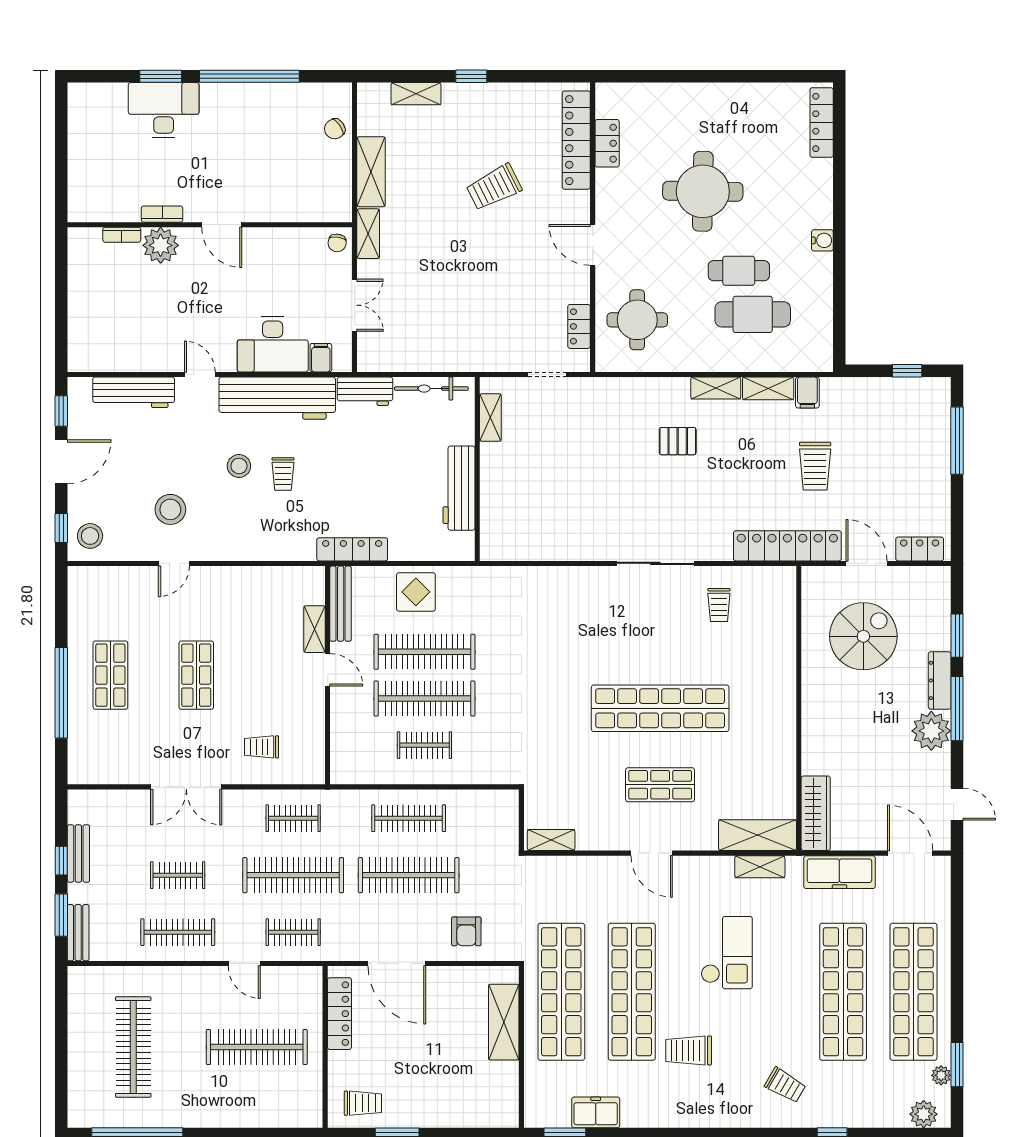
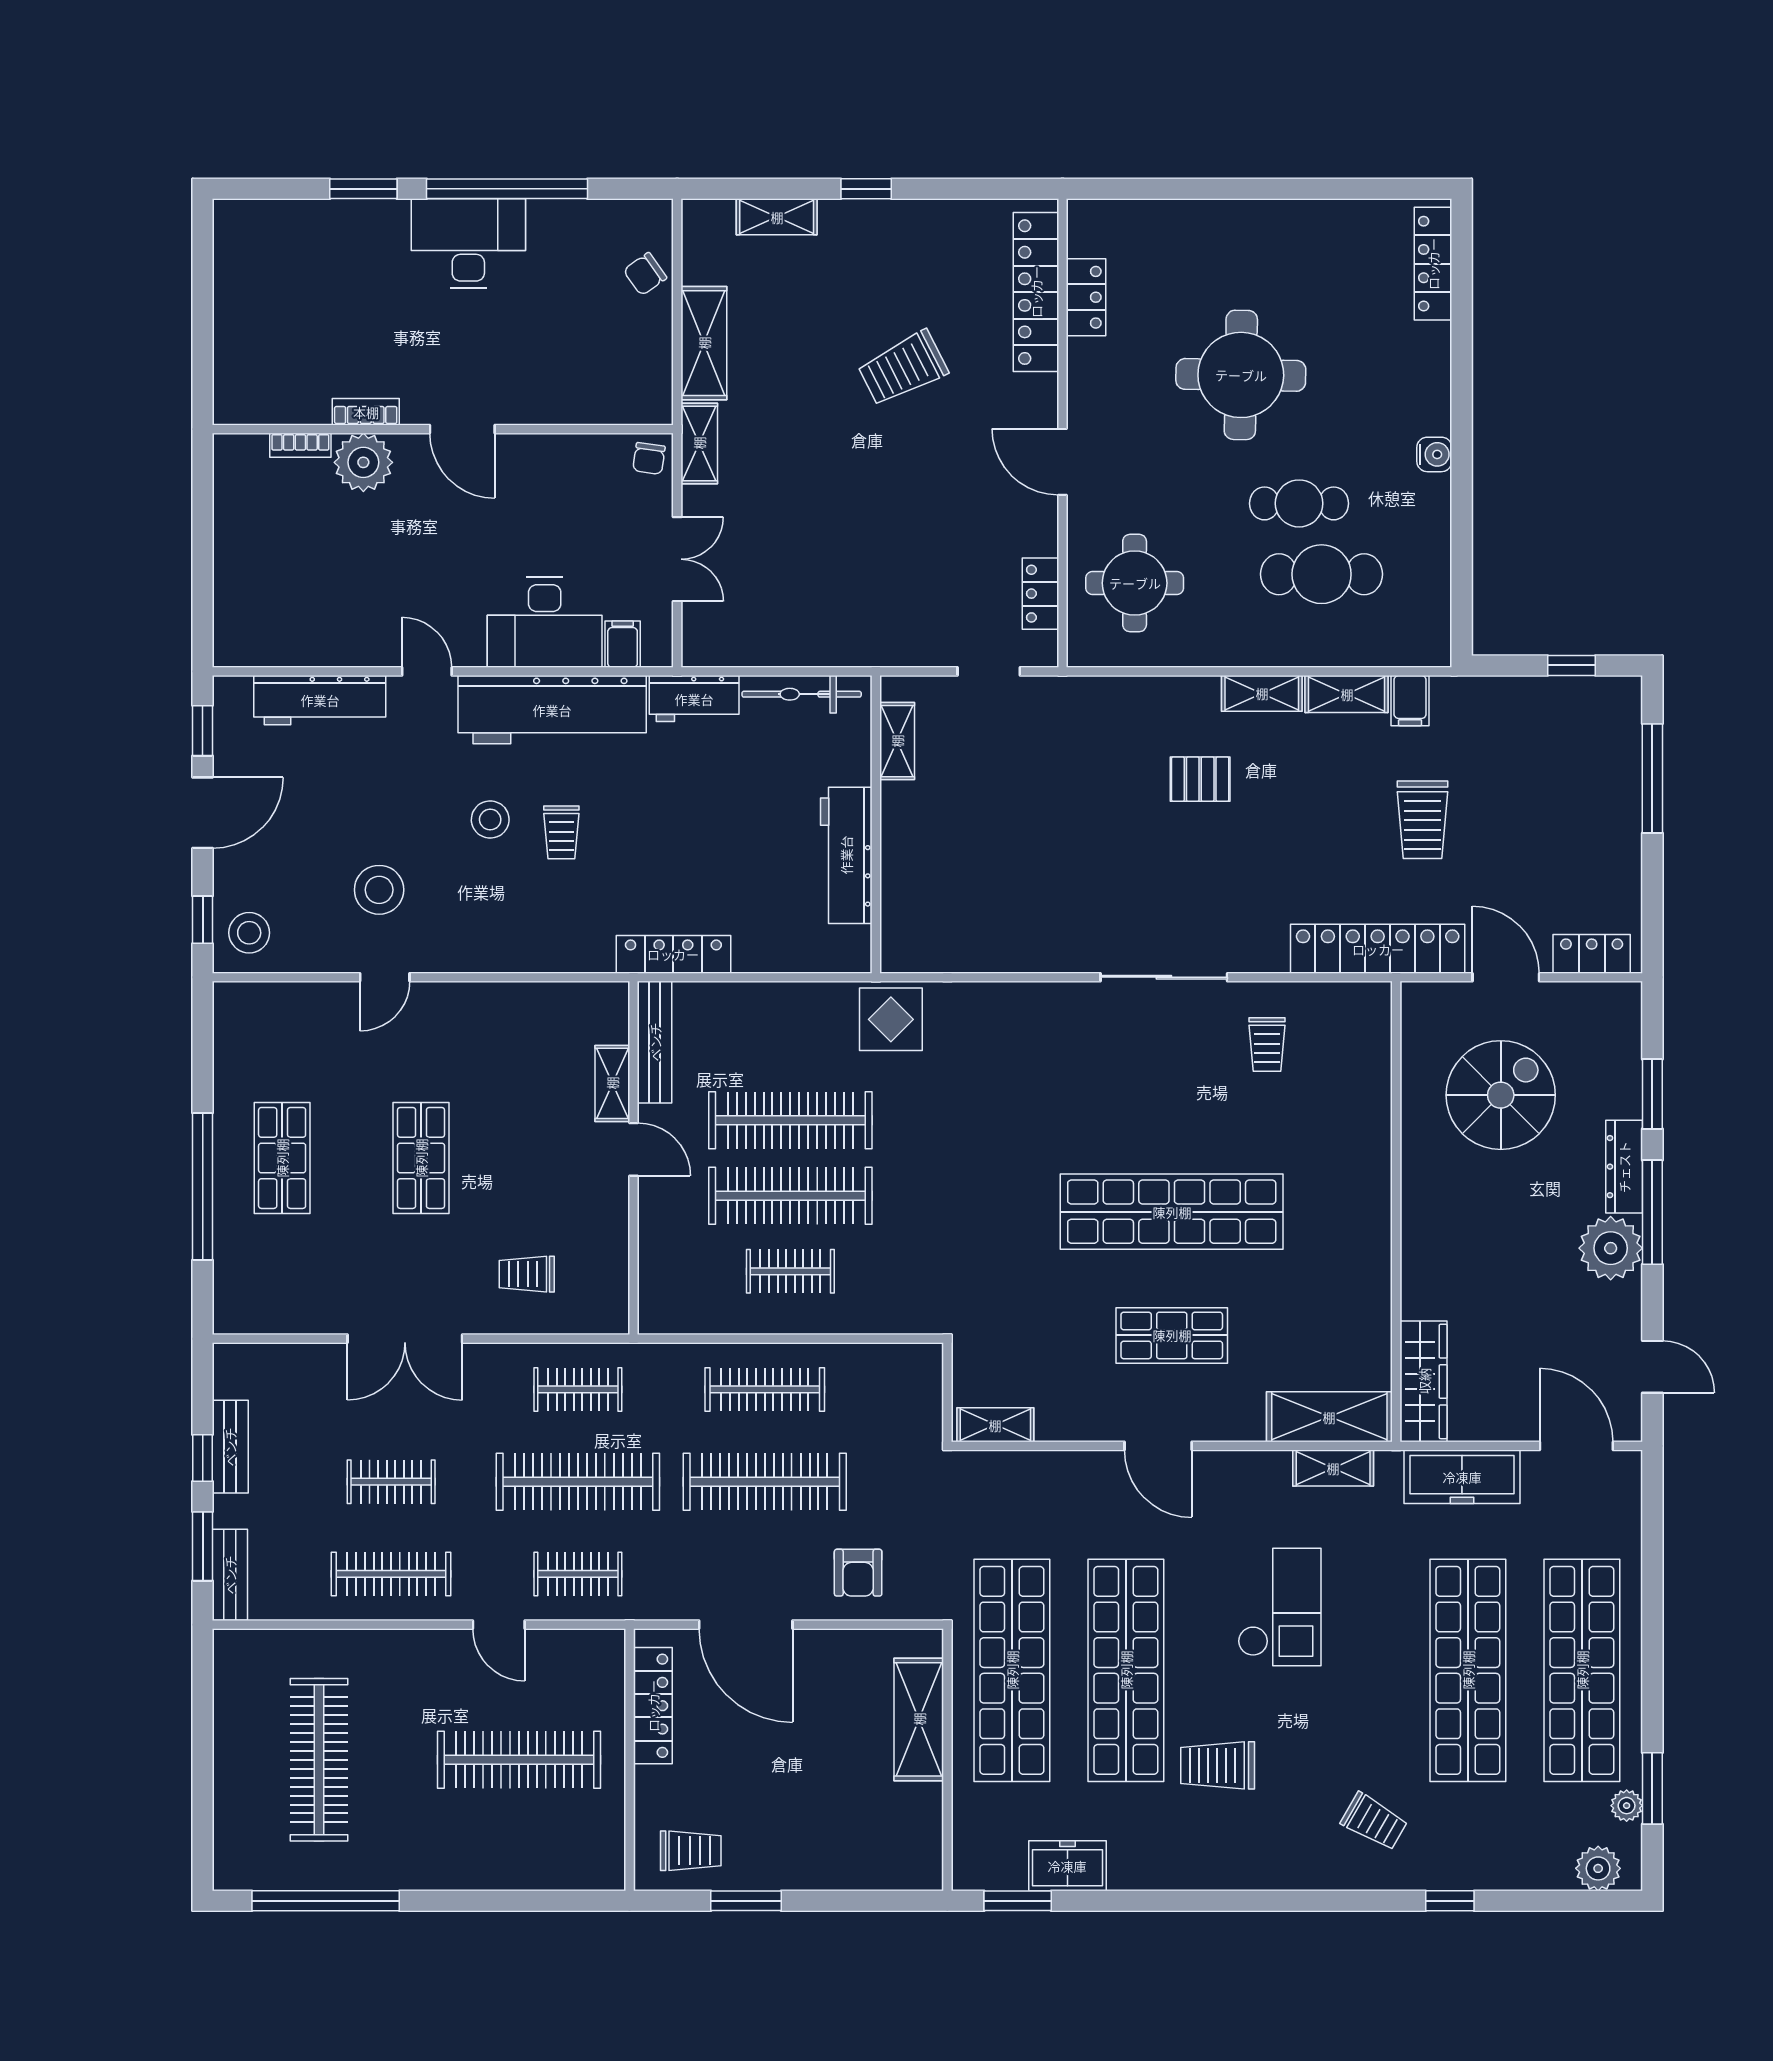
desk: (164, 110) -> (468, 244), moved
display table: (416, 592) -> (891, 1019), moved

